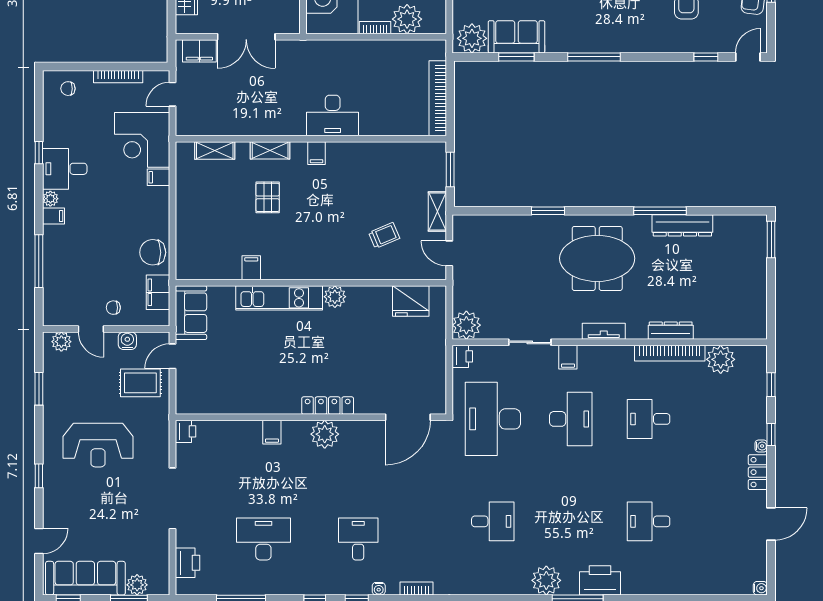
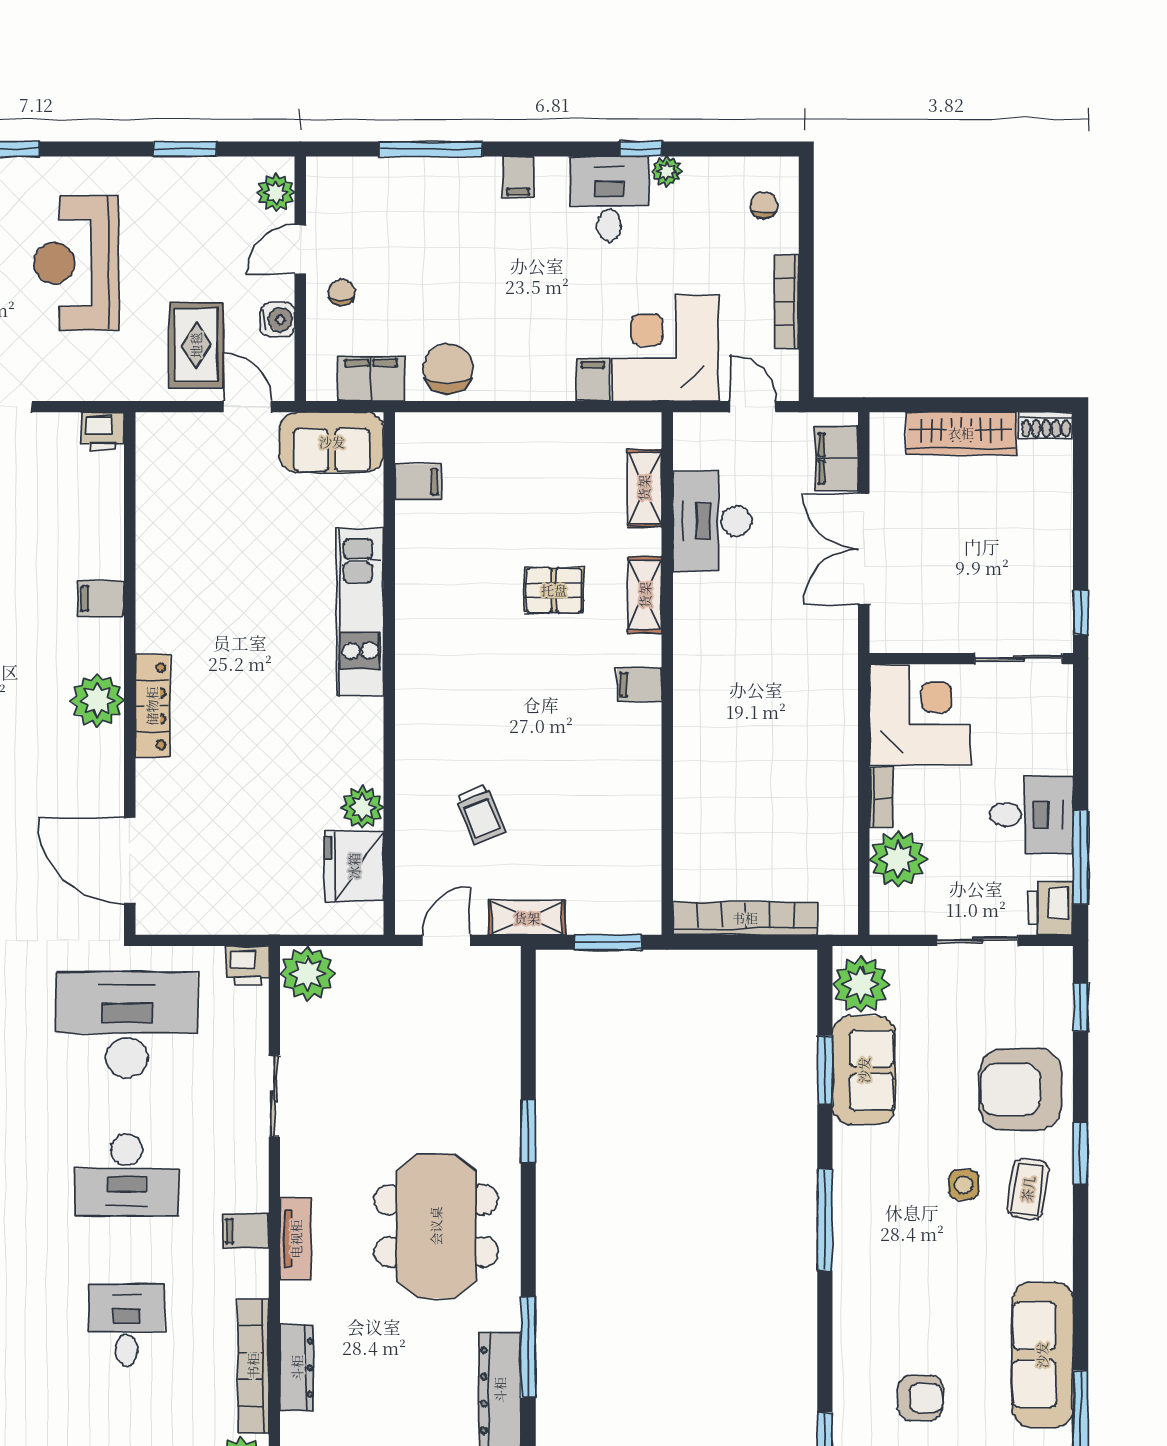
desk: (333, 115) -> (712, 521), moved
plant: (50, 199) -> (667, 171), moved
filing cabinet: (251, 268) -> (418, 482), moved
plant: (335, 297) -> (362, 807), moved
filing cabinet: (568, 357) -> (246, 1231), moved

